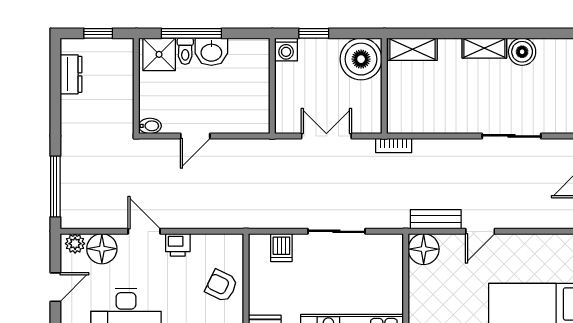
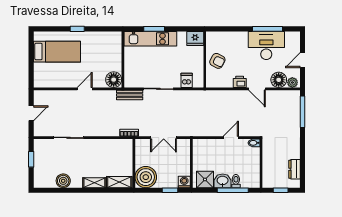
shelving: (484, 48) -> (94, 183), moved
shower: (159, 54) -> (205, 179), moved
bench: (436, 219) -> (130, 95), moved

